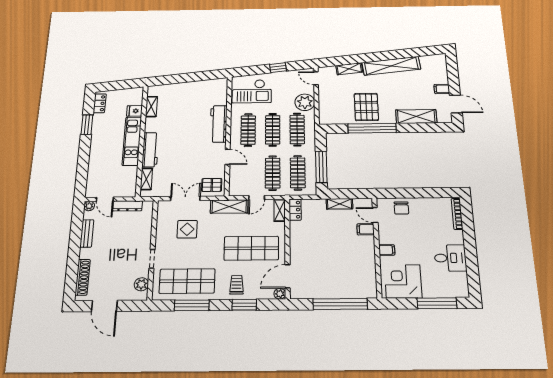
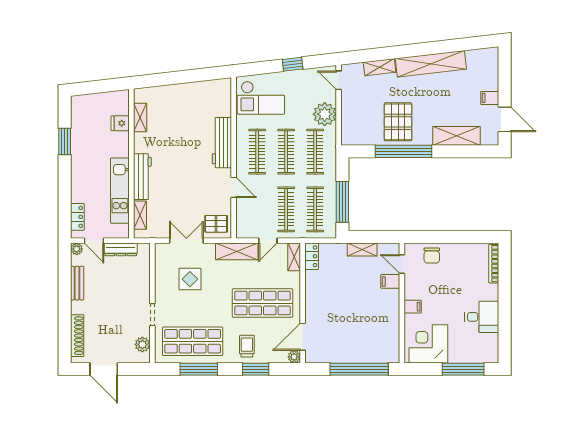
locker: (100, 103) -> (77, 217), moved
kitchen unit: (132, 141) -> (120, 191), moved

